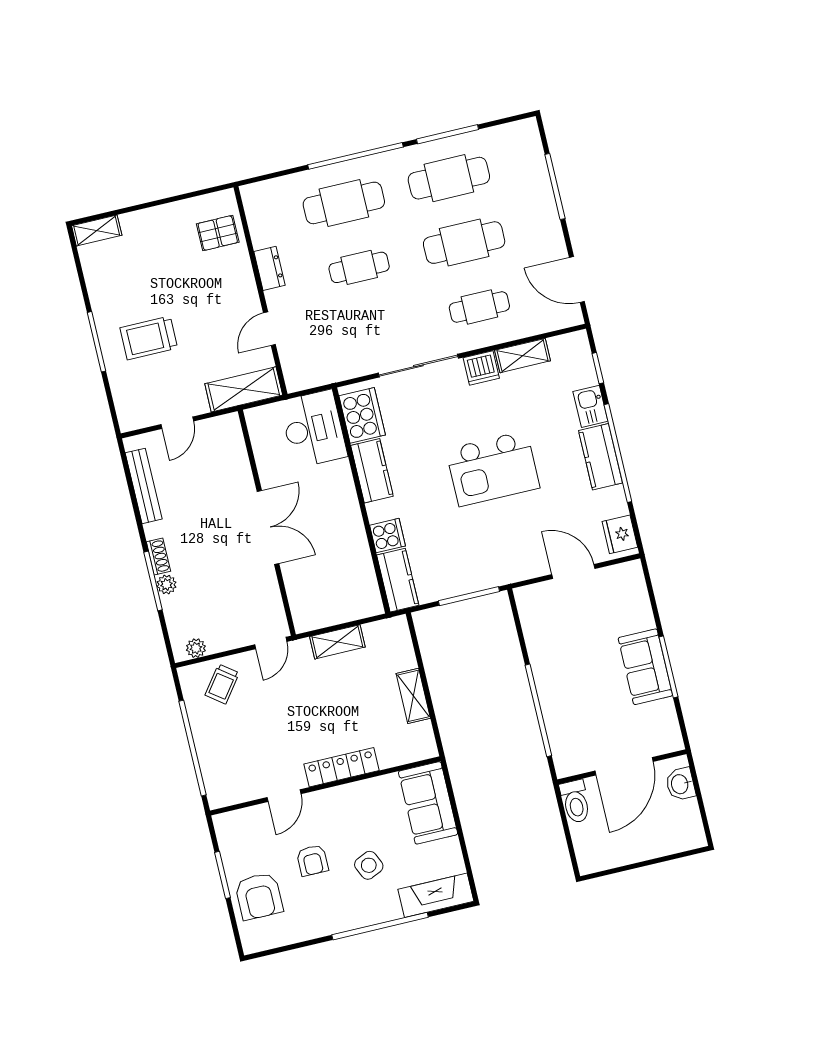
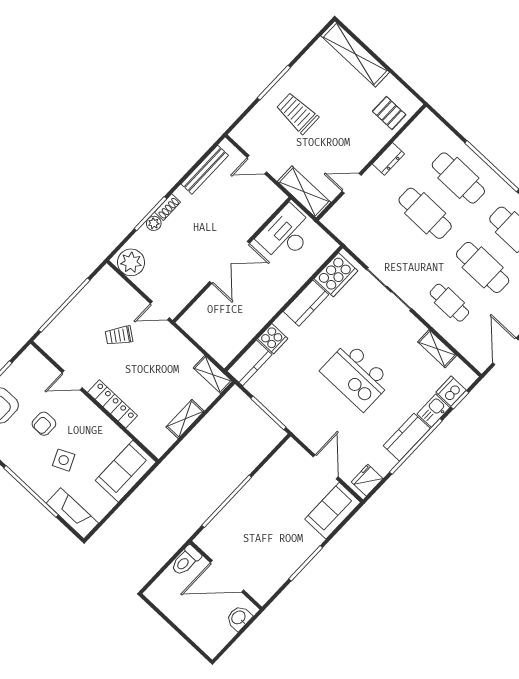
shelving: (97, 230) -> (355, 54), width x2.20, depth x1.33
cafe table: (359, 267) -> (425, 213), width x1.37, depth x1.35
dishwasher: (481, 368) -> (451, 391), moved, turned 90
desk: (313, 429) -> (286, 234), moved, turned 180
shelving: (337, 642) -> (213, 375), moved
plant: (196, 648) -> (131, 262), width x1.88, depth x1.88
sofa: (645, 667) -> (333, 511), moved
trolley: (222, 684) -> (119, 336), moved

